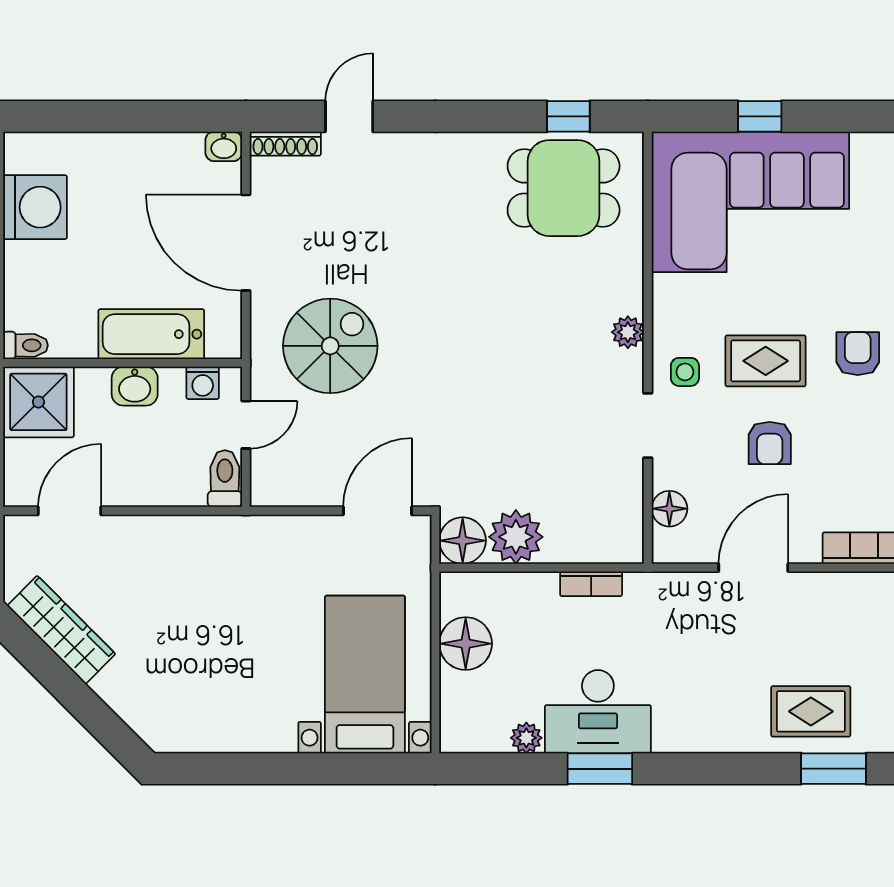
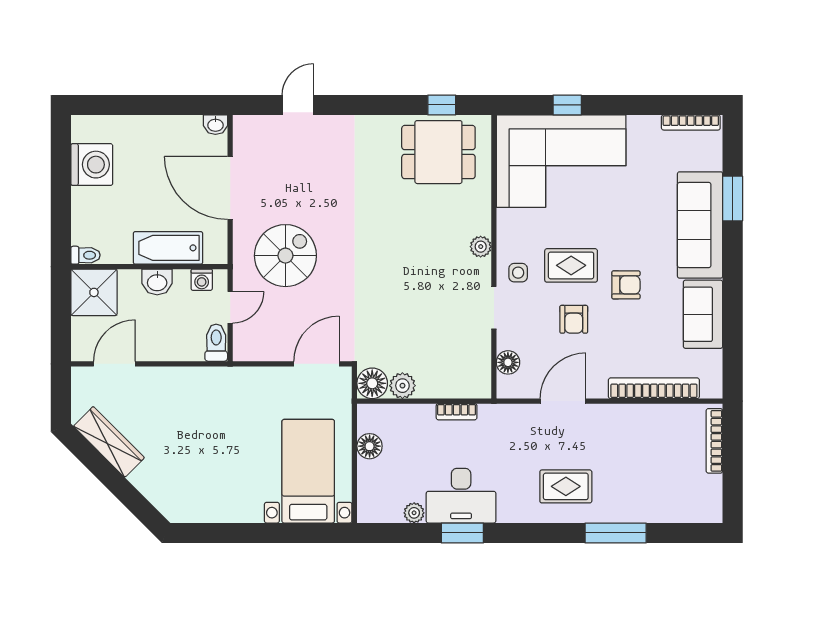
shoe rack: (285, 144) -> (256, 123), removed
armchair: (858, 354) -> (626, 285), moved, turned 90
plant: (516, 537) -> (402, 386), width x0.73, depth x0.73
floor lamp: (466, 644) -> (370, 446), width x0.73, depth x0.73
rug: (811, 711) -> (566, 486), moved
window: (833, 769) -> (616, 533), width x1.44

